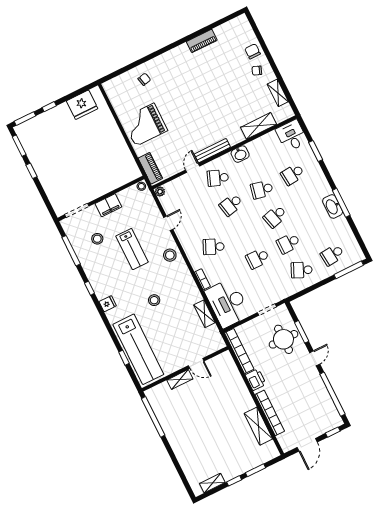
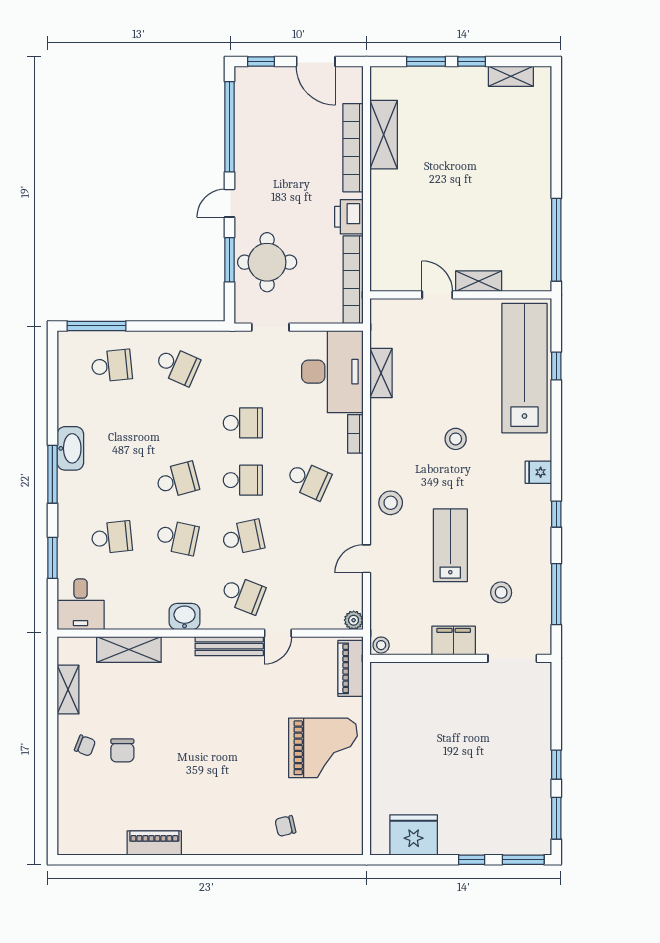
chair: (252, 51) -> (122, 750), moved
window: (341, 203) -> (52, 474), moved
school desk: (288, 243) -> (243, 480), moved
door: (307, 445) -> (316, 61), swing flipped

